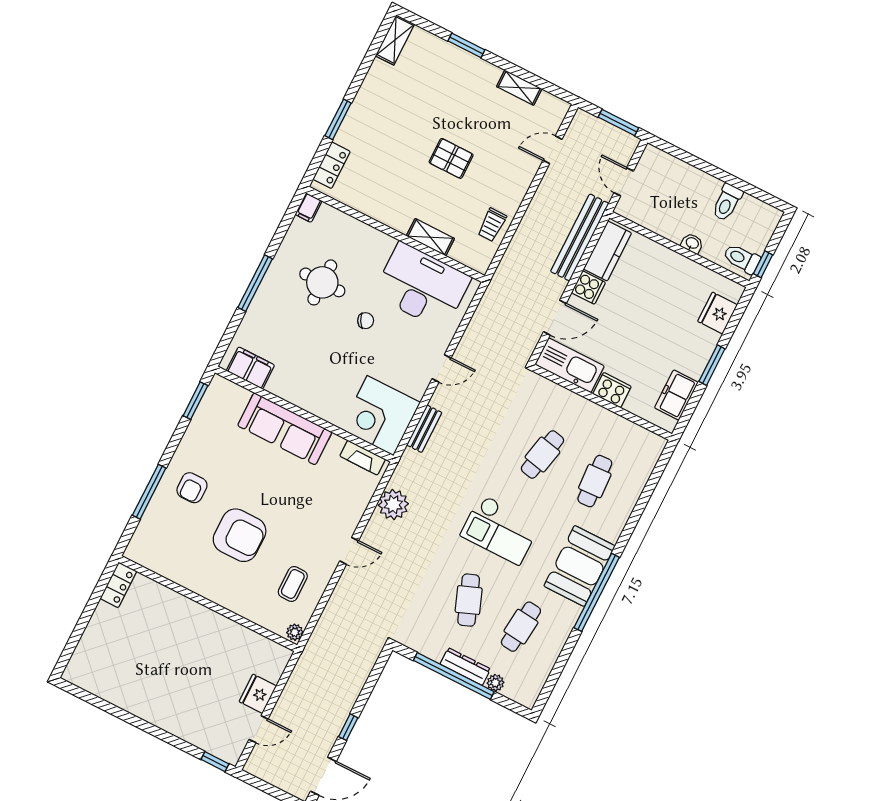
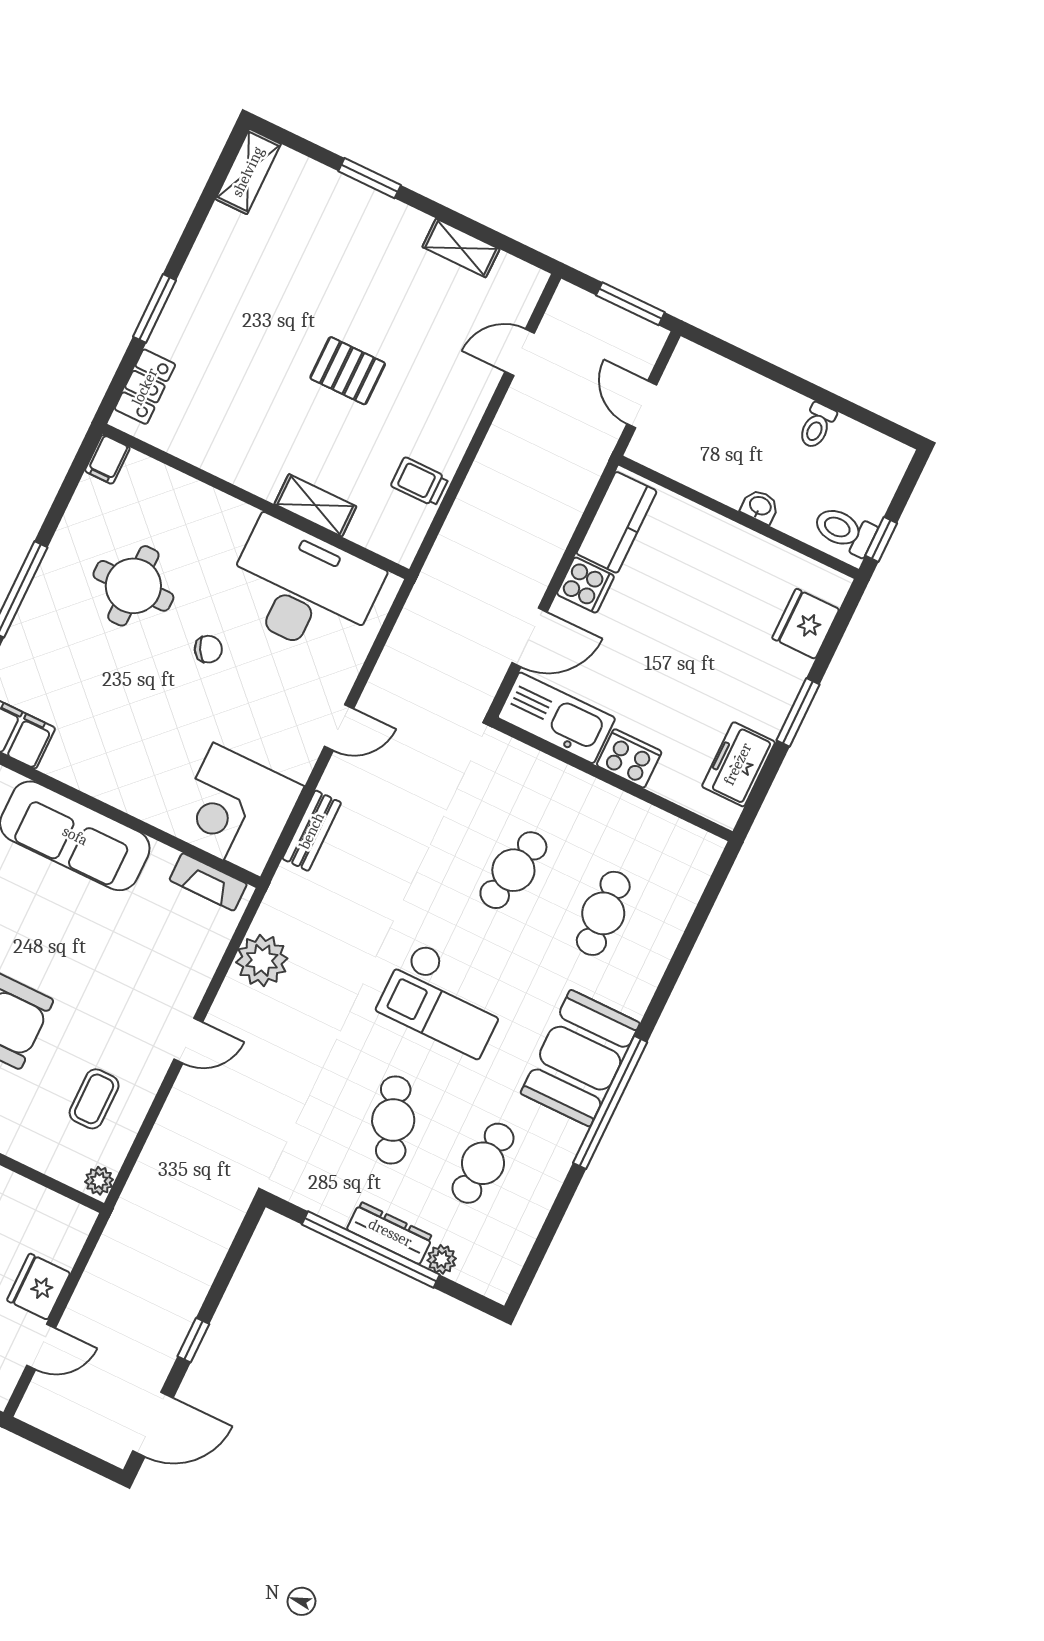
toilet: (727, 202) -> (817, 426), width x0.73, depth x0.72
trolley: (492, 225) -> (420, 482), turned 90
bench: (580, 237) -> (569, 500), removed

